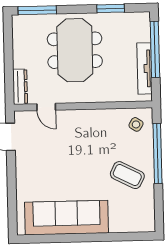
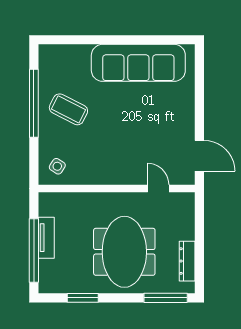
tv unit: (144, 68) -> (46, 238), width x0.71
dresser: (20, 87) -> (187, 261), moved
window: (157, 153) -> (34, 103), moved

